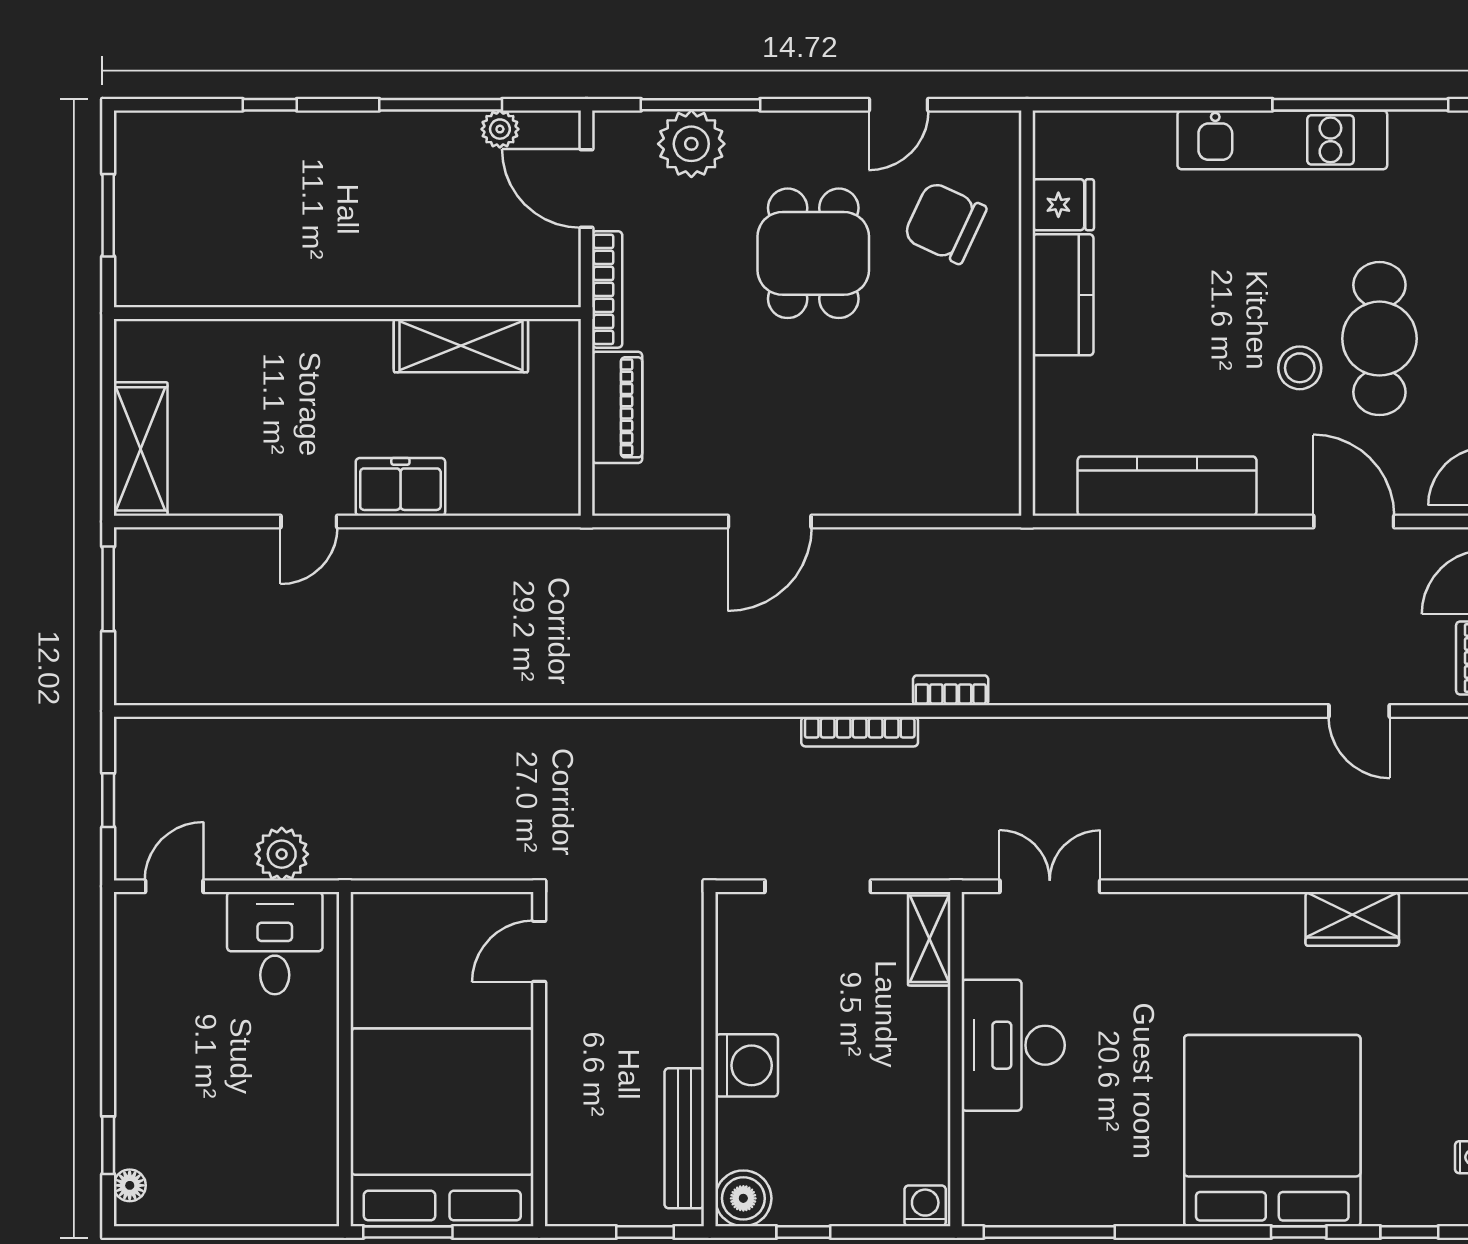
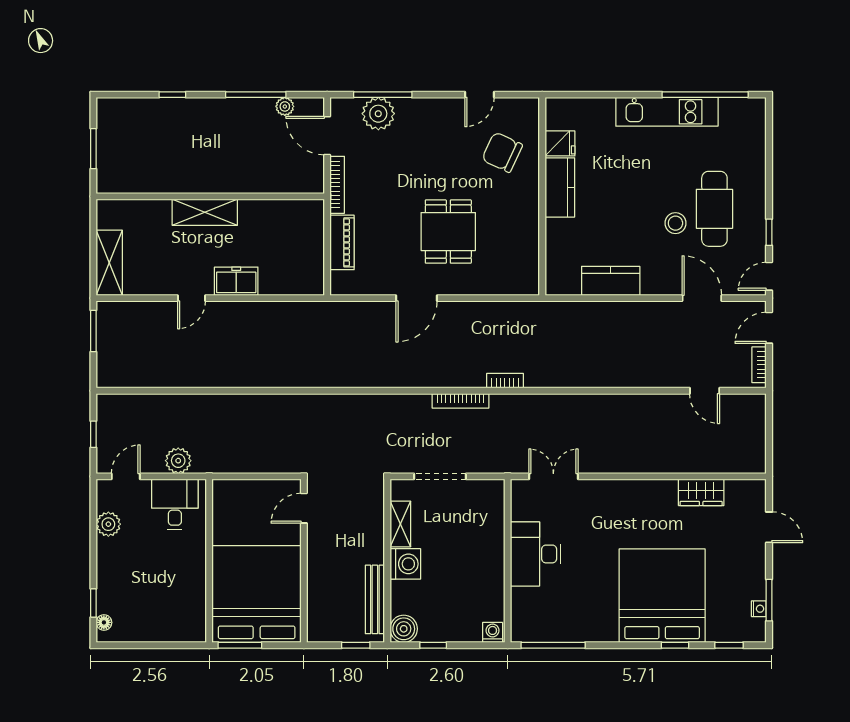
dining table: (813, 253) -> (448, 232), moved
shelving: (461, 346) -> (205, 212), moved
kitchen counter: (1167, 486) -> (611, 281), width x0.67
shelving: (929, 939) -> (400, 524), moved
plant: (139, 984) -> (108, 524), added

